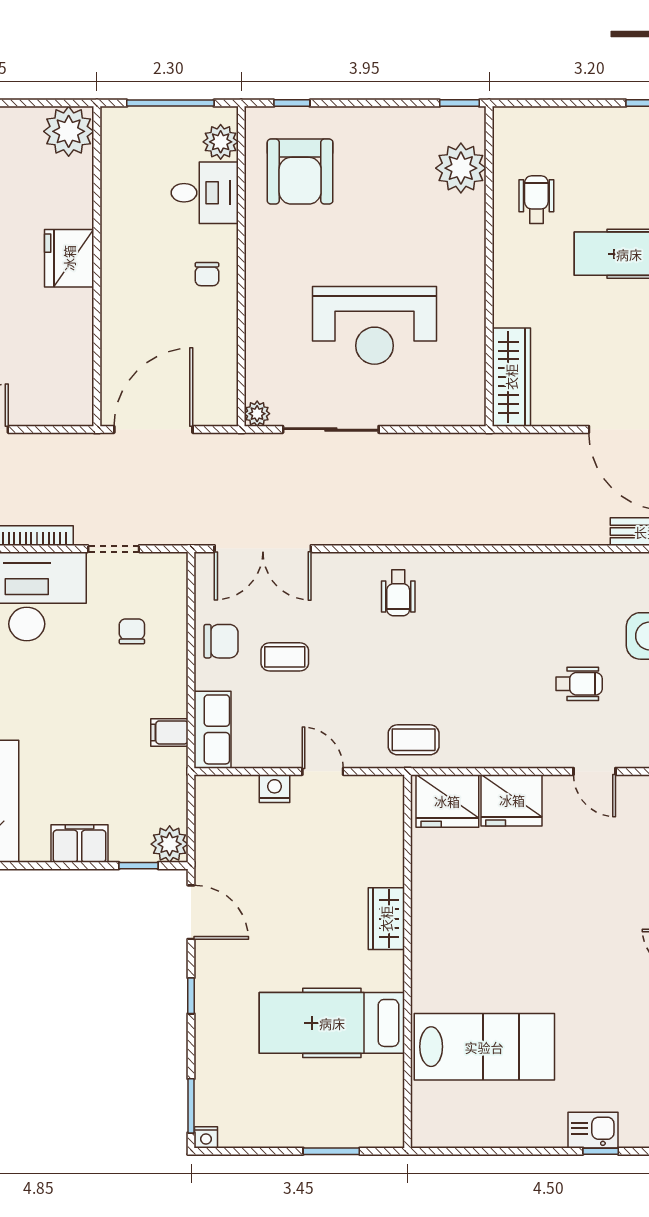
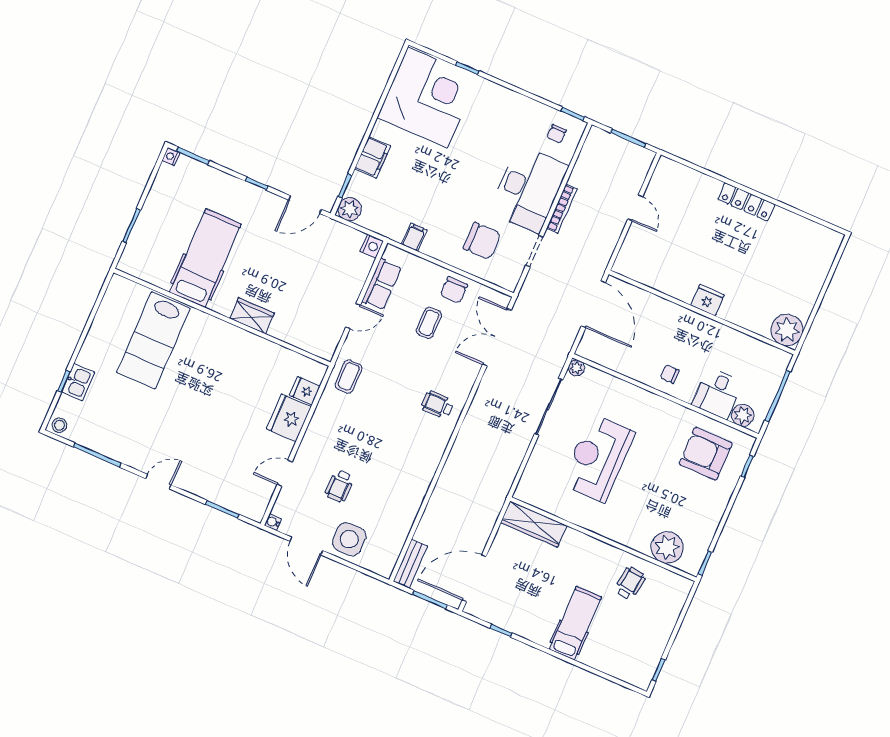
wheelchair: (536, 200) -> (630, 583), turned -83
fridge: (69, 258) -> (707, 300), width x0.73, depth x0.75
chair: (132, 631) -> (482, 241), width x1.87, depth x1.87
row of seats: (213, 729) -> (382, 284), moved, turned -90
nightstand: (275, 789) -> (372, 246), moved
fridge: (447, 801) -> (305, 391), width x0.53, depth x0.75

